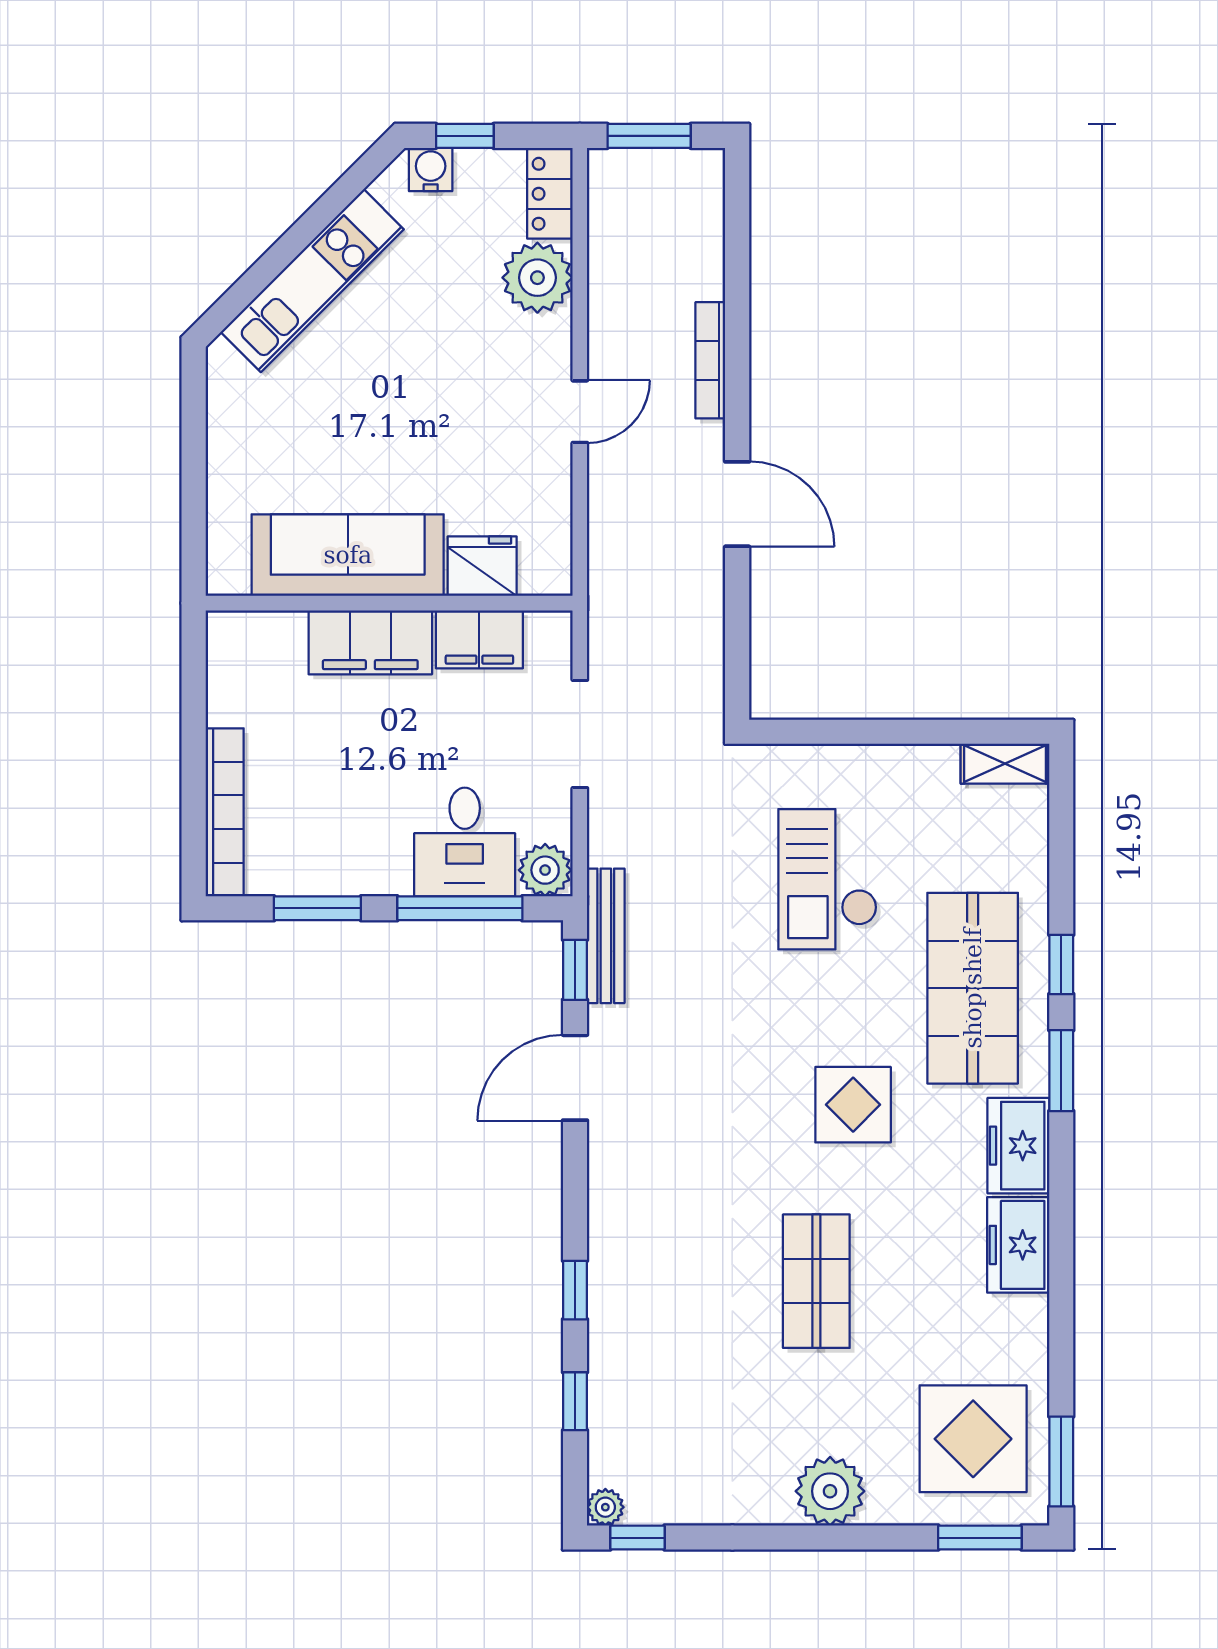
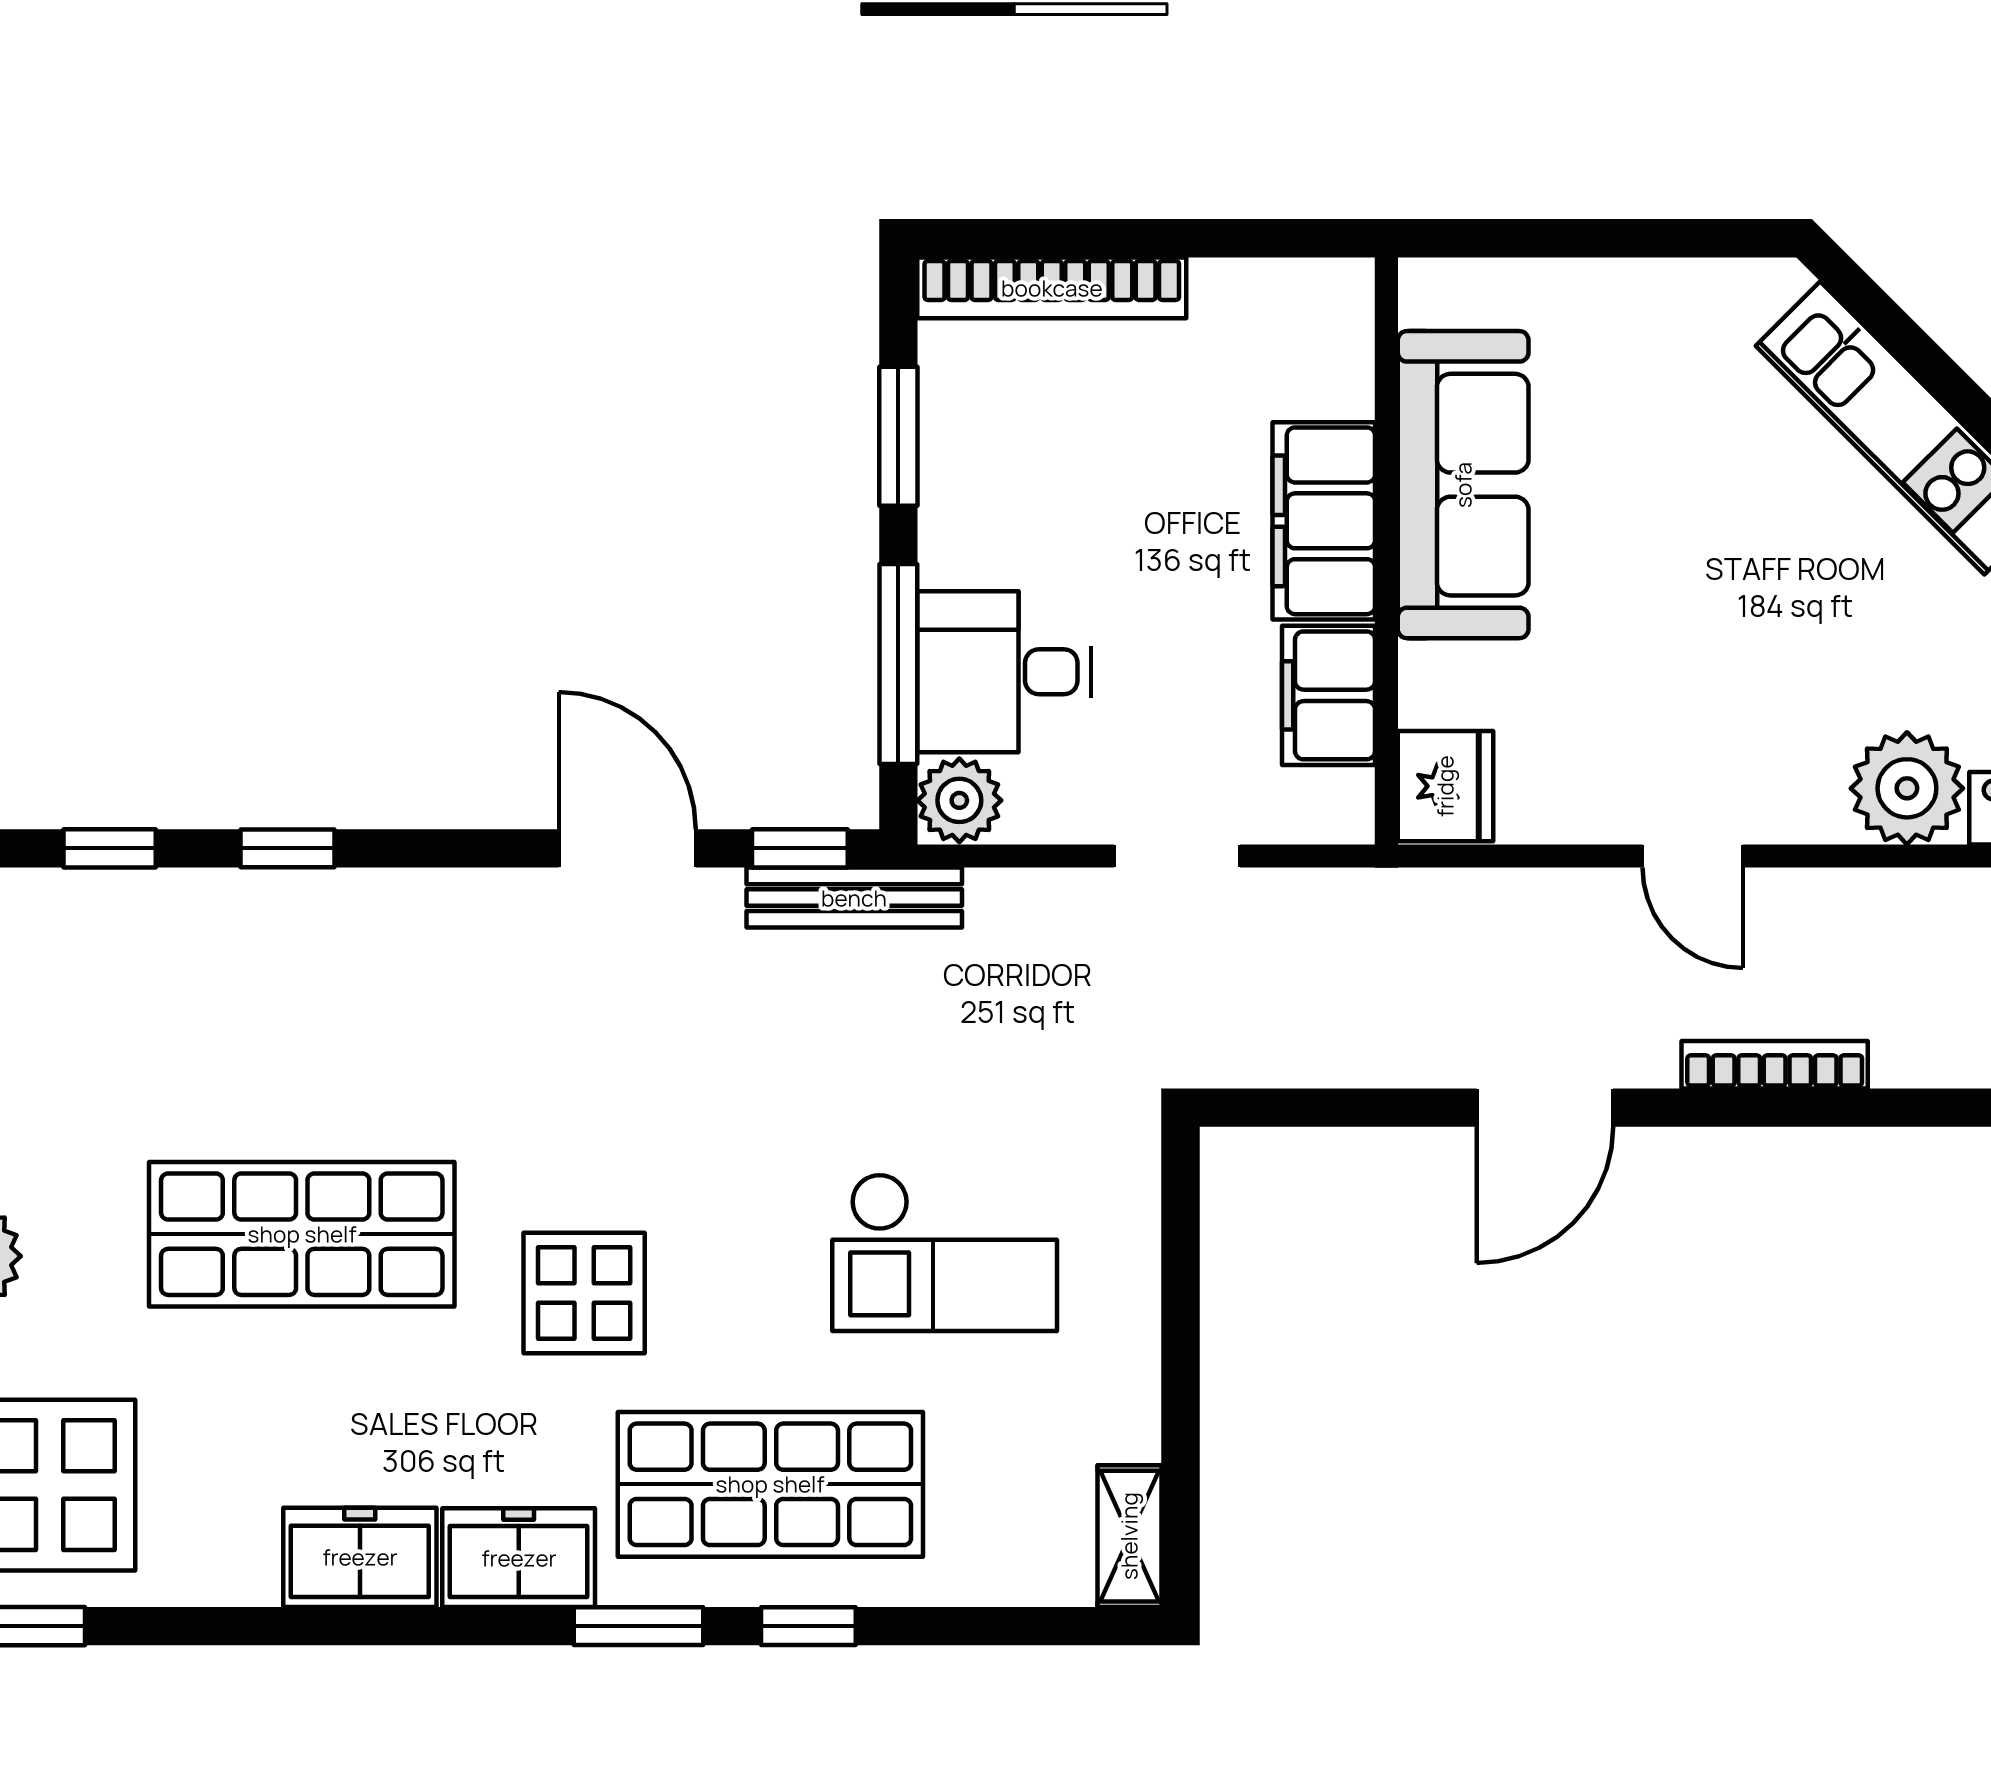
fridge: (482, 566) -> (1445, 786), moved
doorway: (580, 734) -> (1177, 856), width x0.73
checkout: (828, 879) -> (945, 1252), turned 180
shop shelf: (816, 1281) -> (302, 1234), width x1.43, depth x1.36

